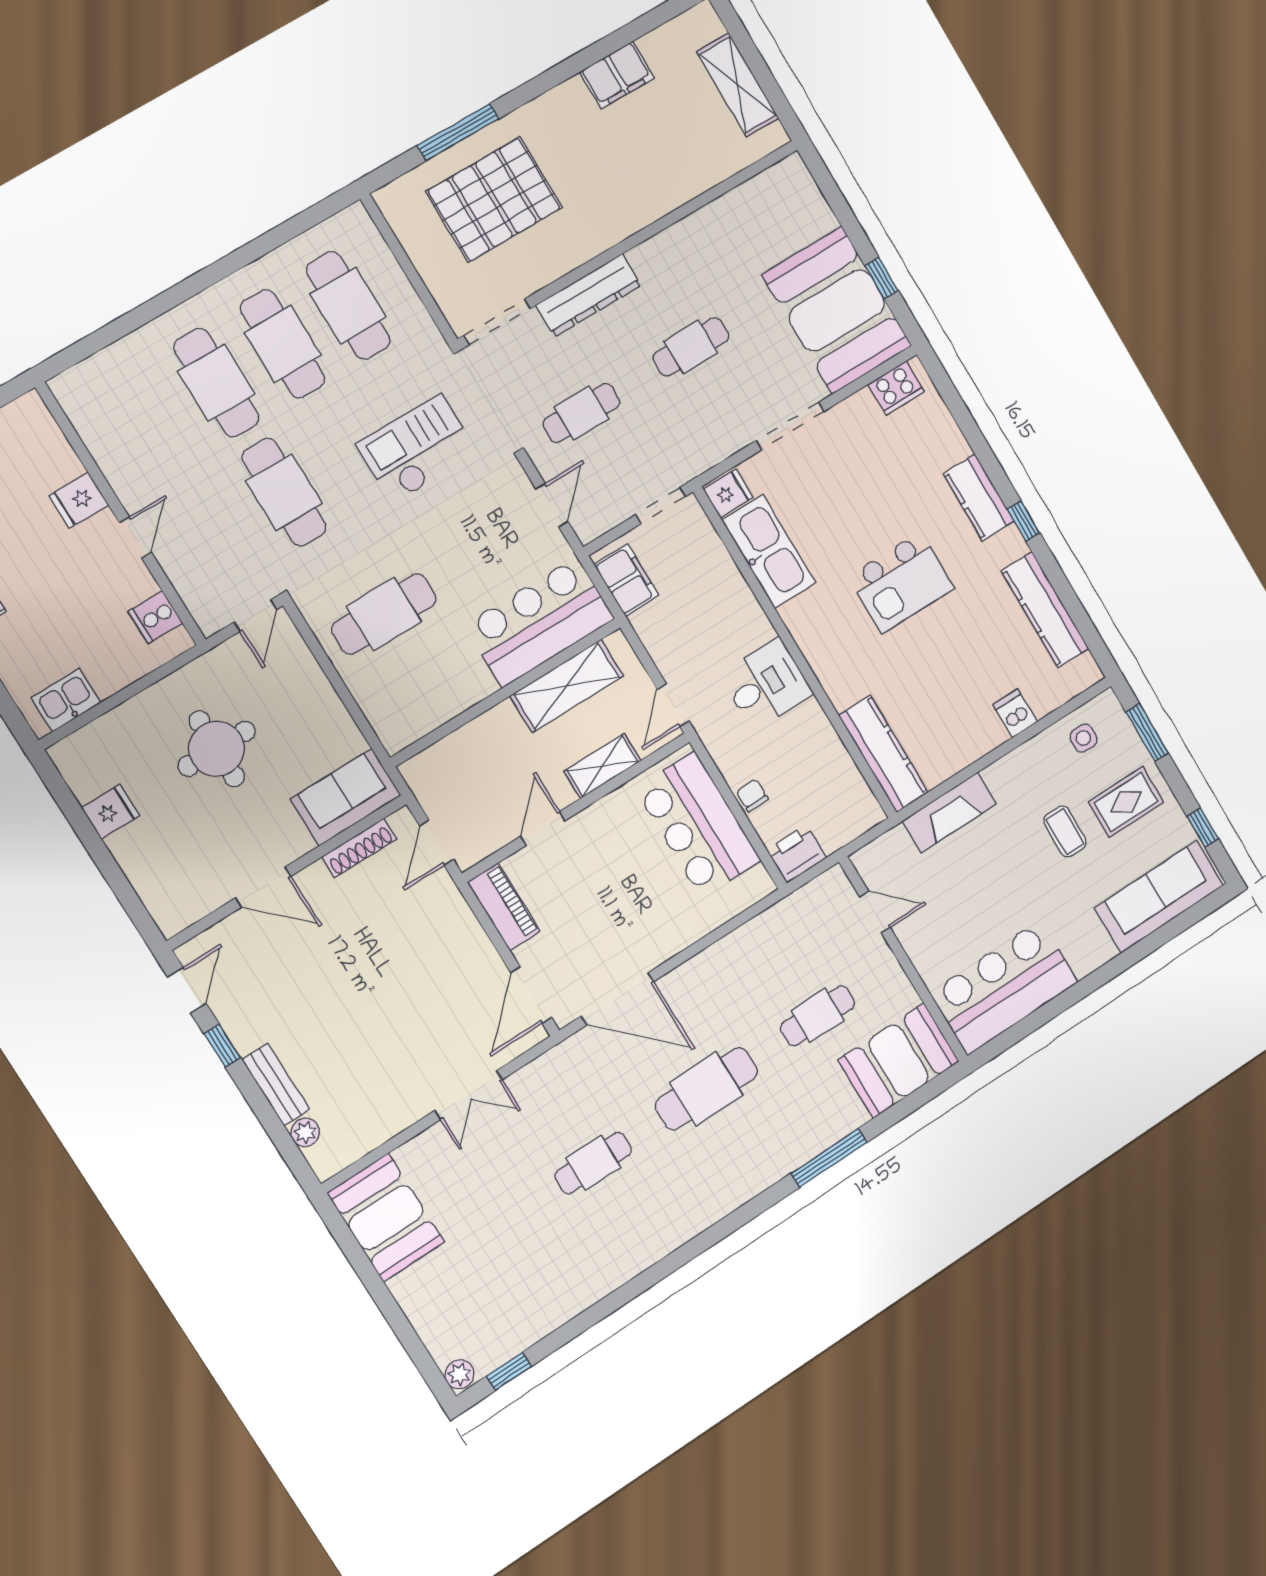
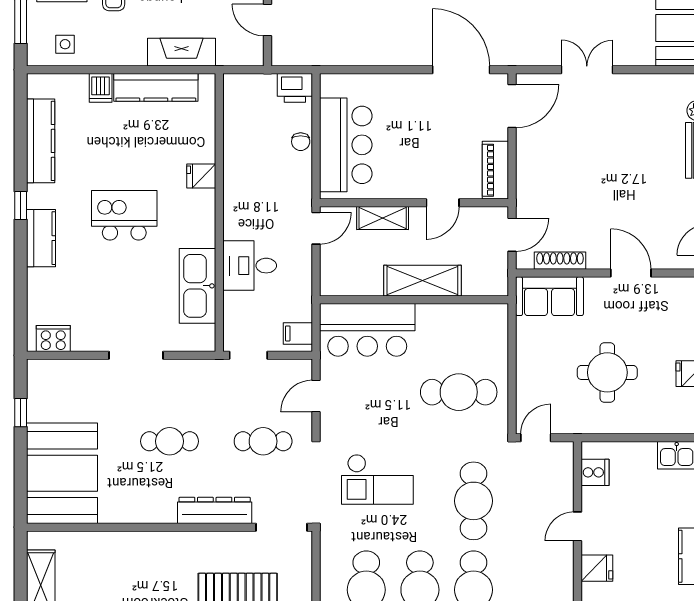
booth: (837, 310) -> (62, 473), moved
fridge: (728, 493) -> (201, 176), moved
filing cabinet: (626, 580) -> (298, 333), width x0.50
desk: (766, 684) -> (250, 266), moved
shelving: (567, 686) -> (422, 281), moved
kitchen counter: (883, 754) -> (156, 87), moved, turned -90

